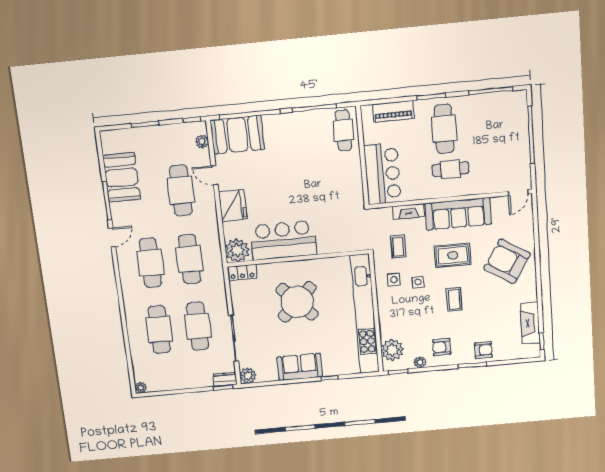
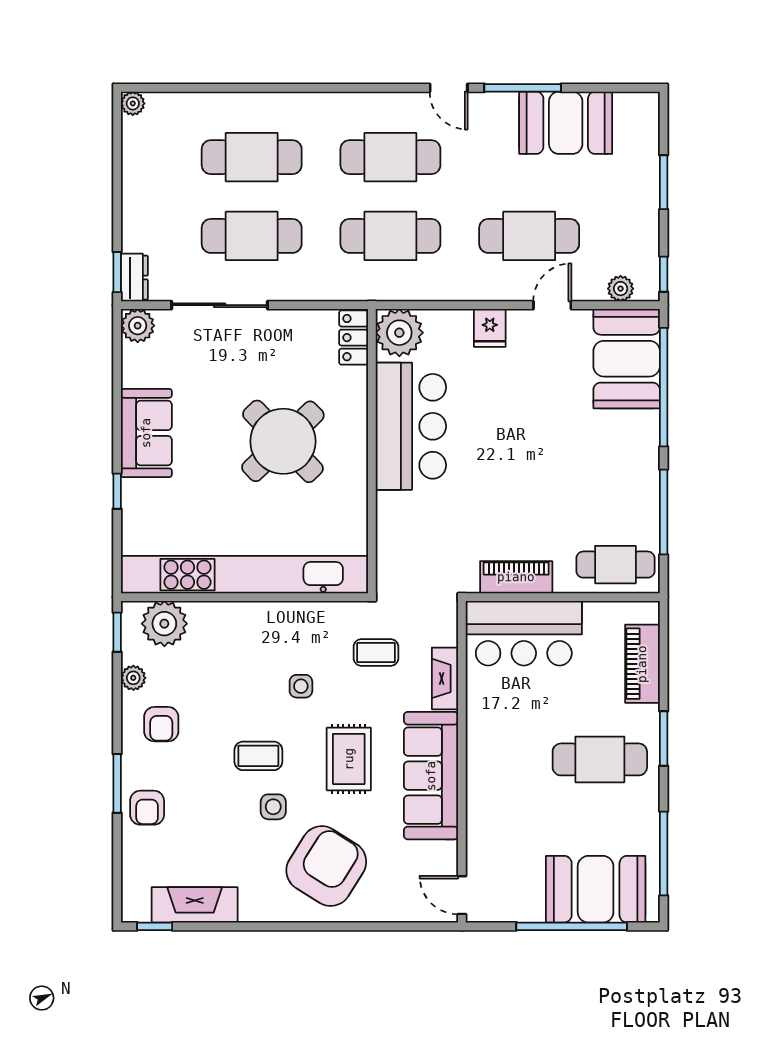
booth: (511, 124) -> (596, 889), added
cafe table: (450, 169) -> (520, 766), removed
piano: (354, 180) -> (516, 577), added
fridge: (233, 205) -> (490, 328), width x0.53, depth x0.75
side table: (394, 280) -> (273, 807), moved
armchair: (442, 347) -> (161, 724), turned 180

